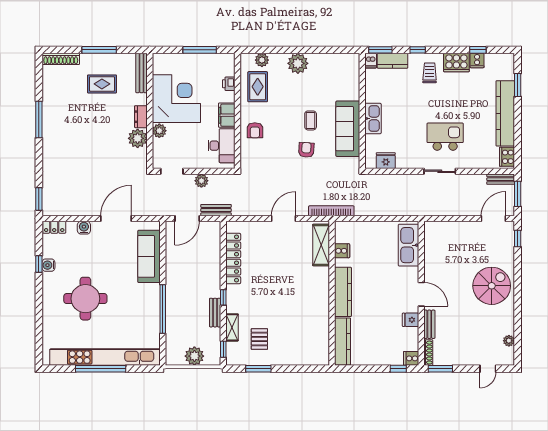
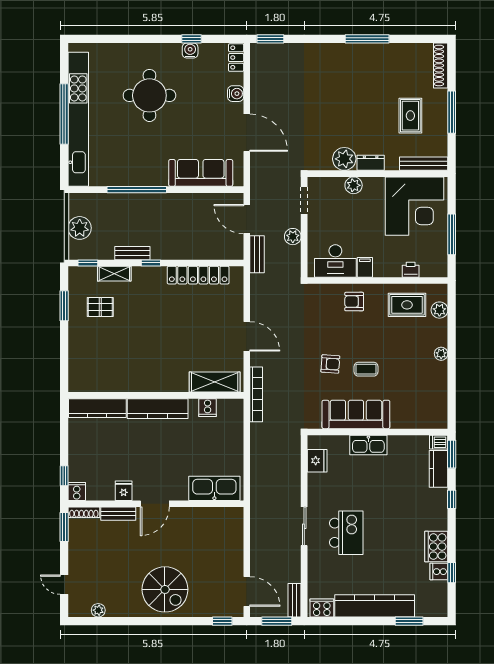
plant: (298, 63) -> (441, 354), width x0.53, depth x0.53
trolley: (430, 73) -> (424, 514), removed
corner desk: (176, 99) -> (414, 206), moved
filing cabinet: (227, 115) -> (365, 267), width x0.50

